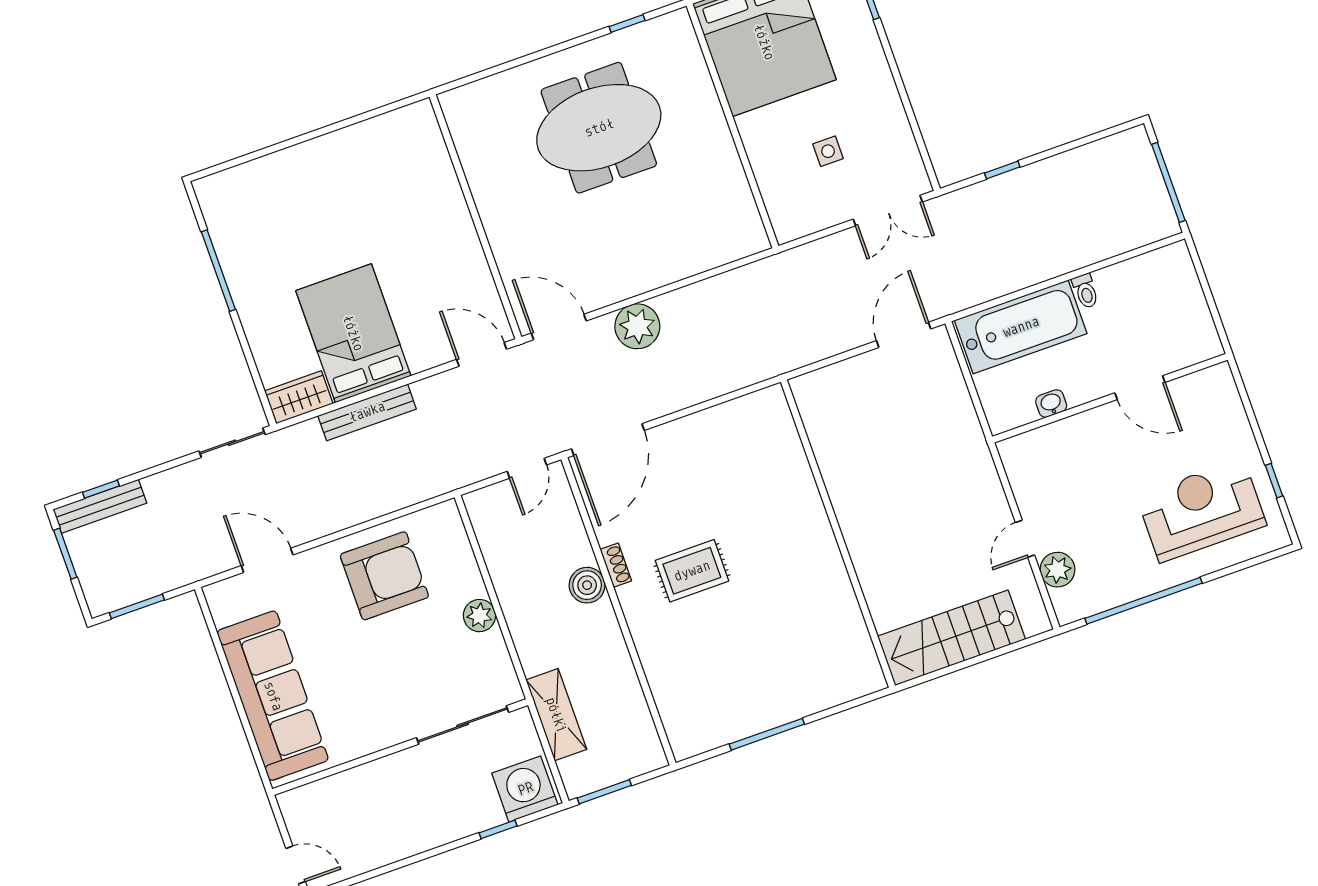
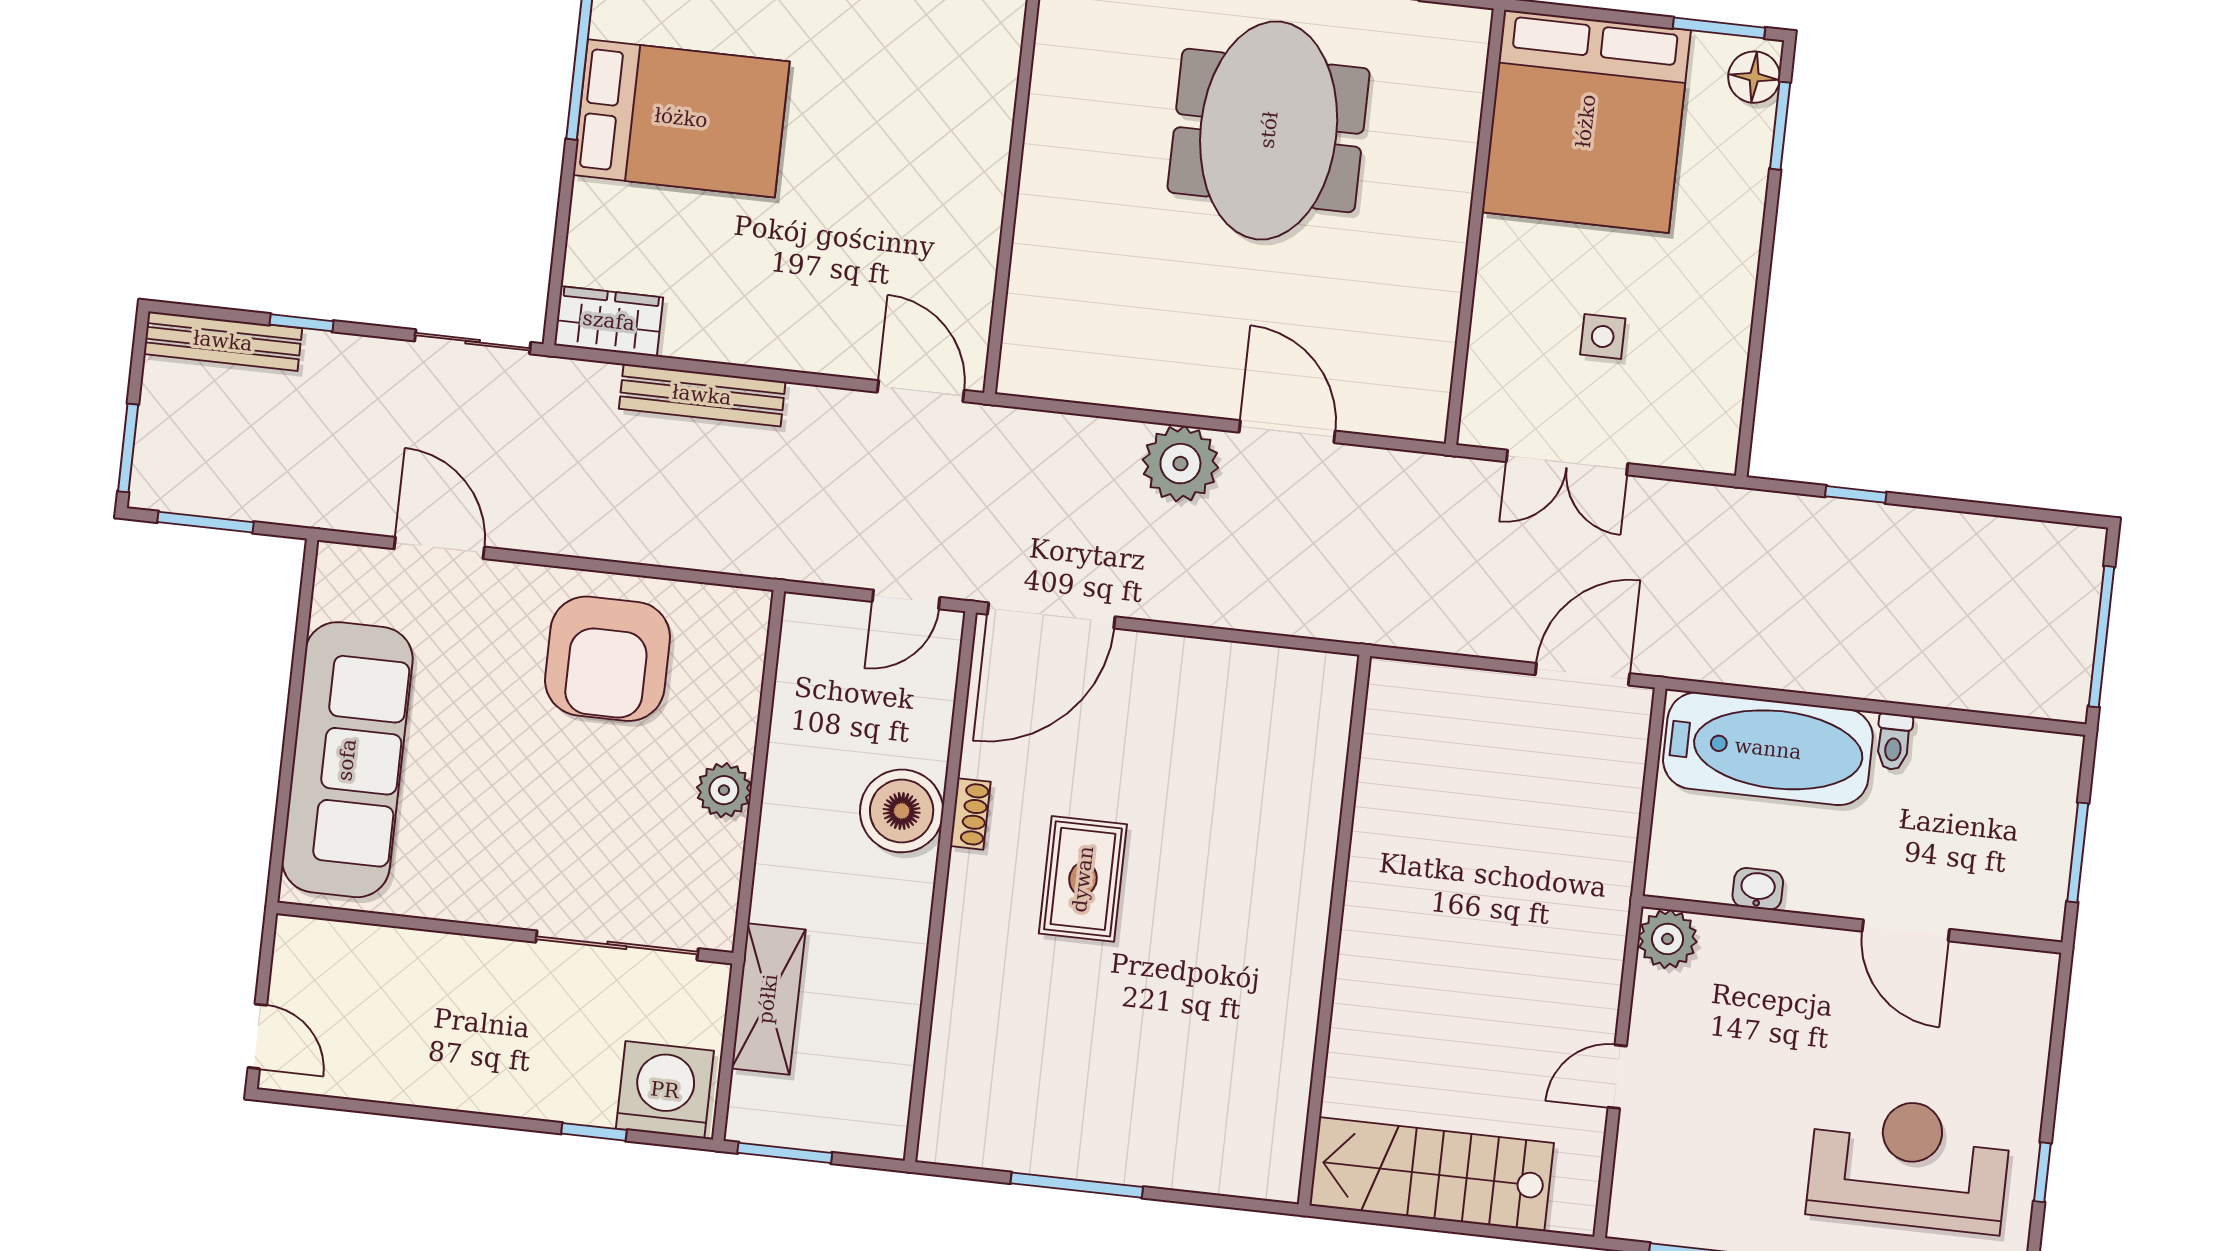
meeting table: (599, 128) -> (1269, 130), turned 90
double door: (888, 211) -> (1567, 463), moved
window: (1211, 303) -> (2078, 852), added
door: (559, 327) -> (1287, 432), moved
bed: (353, 333) -> (681, 118), moved, turned 90
window: (101, 489) -> (302, 323), moved
window: (65, 554) -> (128, 448), moved
plant: (1058, 570) -> (1668, 939), moved
rug: (692, 571) -> (1083, 879), turned 90
armchair: (384, 576) -> (608, 659), turned 90
boiler: (587, 585) -> (902, 811), width x1.37, depth x1.37

